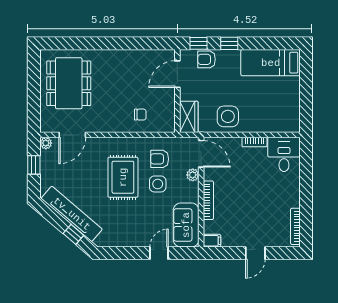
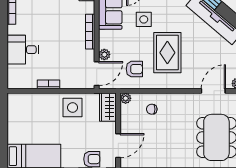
plant: (169, 127) -> (126, 98), added
door: (201, 154) -> (97, 74), swing flipped
desk: (284, 154) -> (23, 50), moved, turned 90
side table: (158, 184) -> (144, 19), moved

